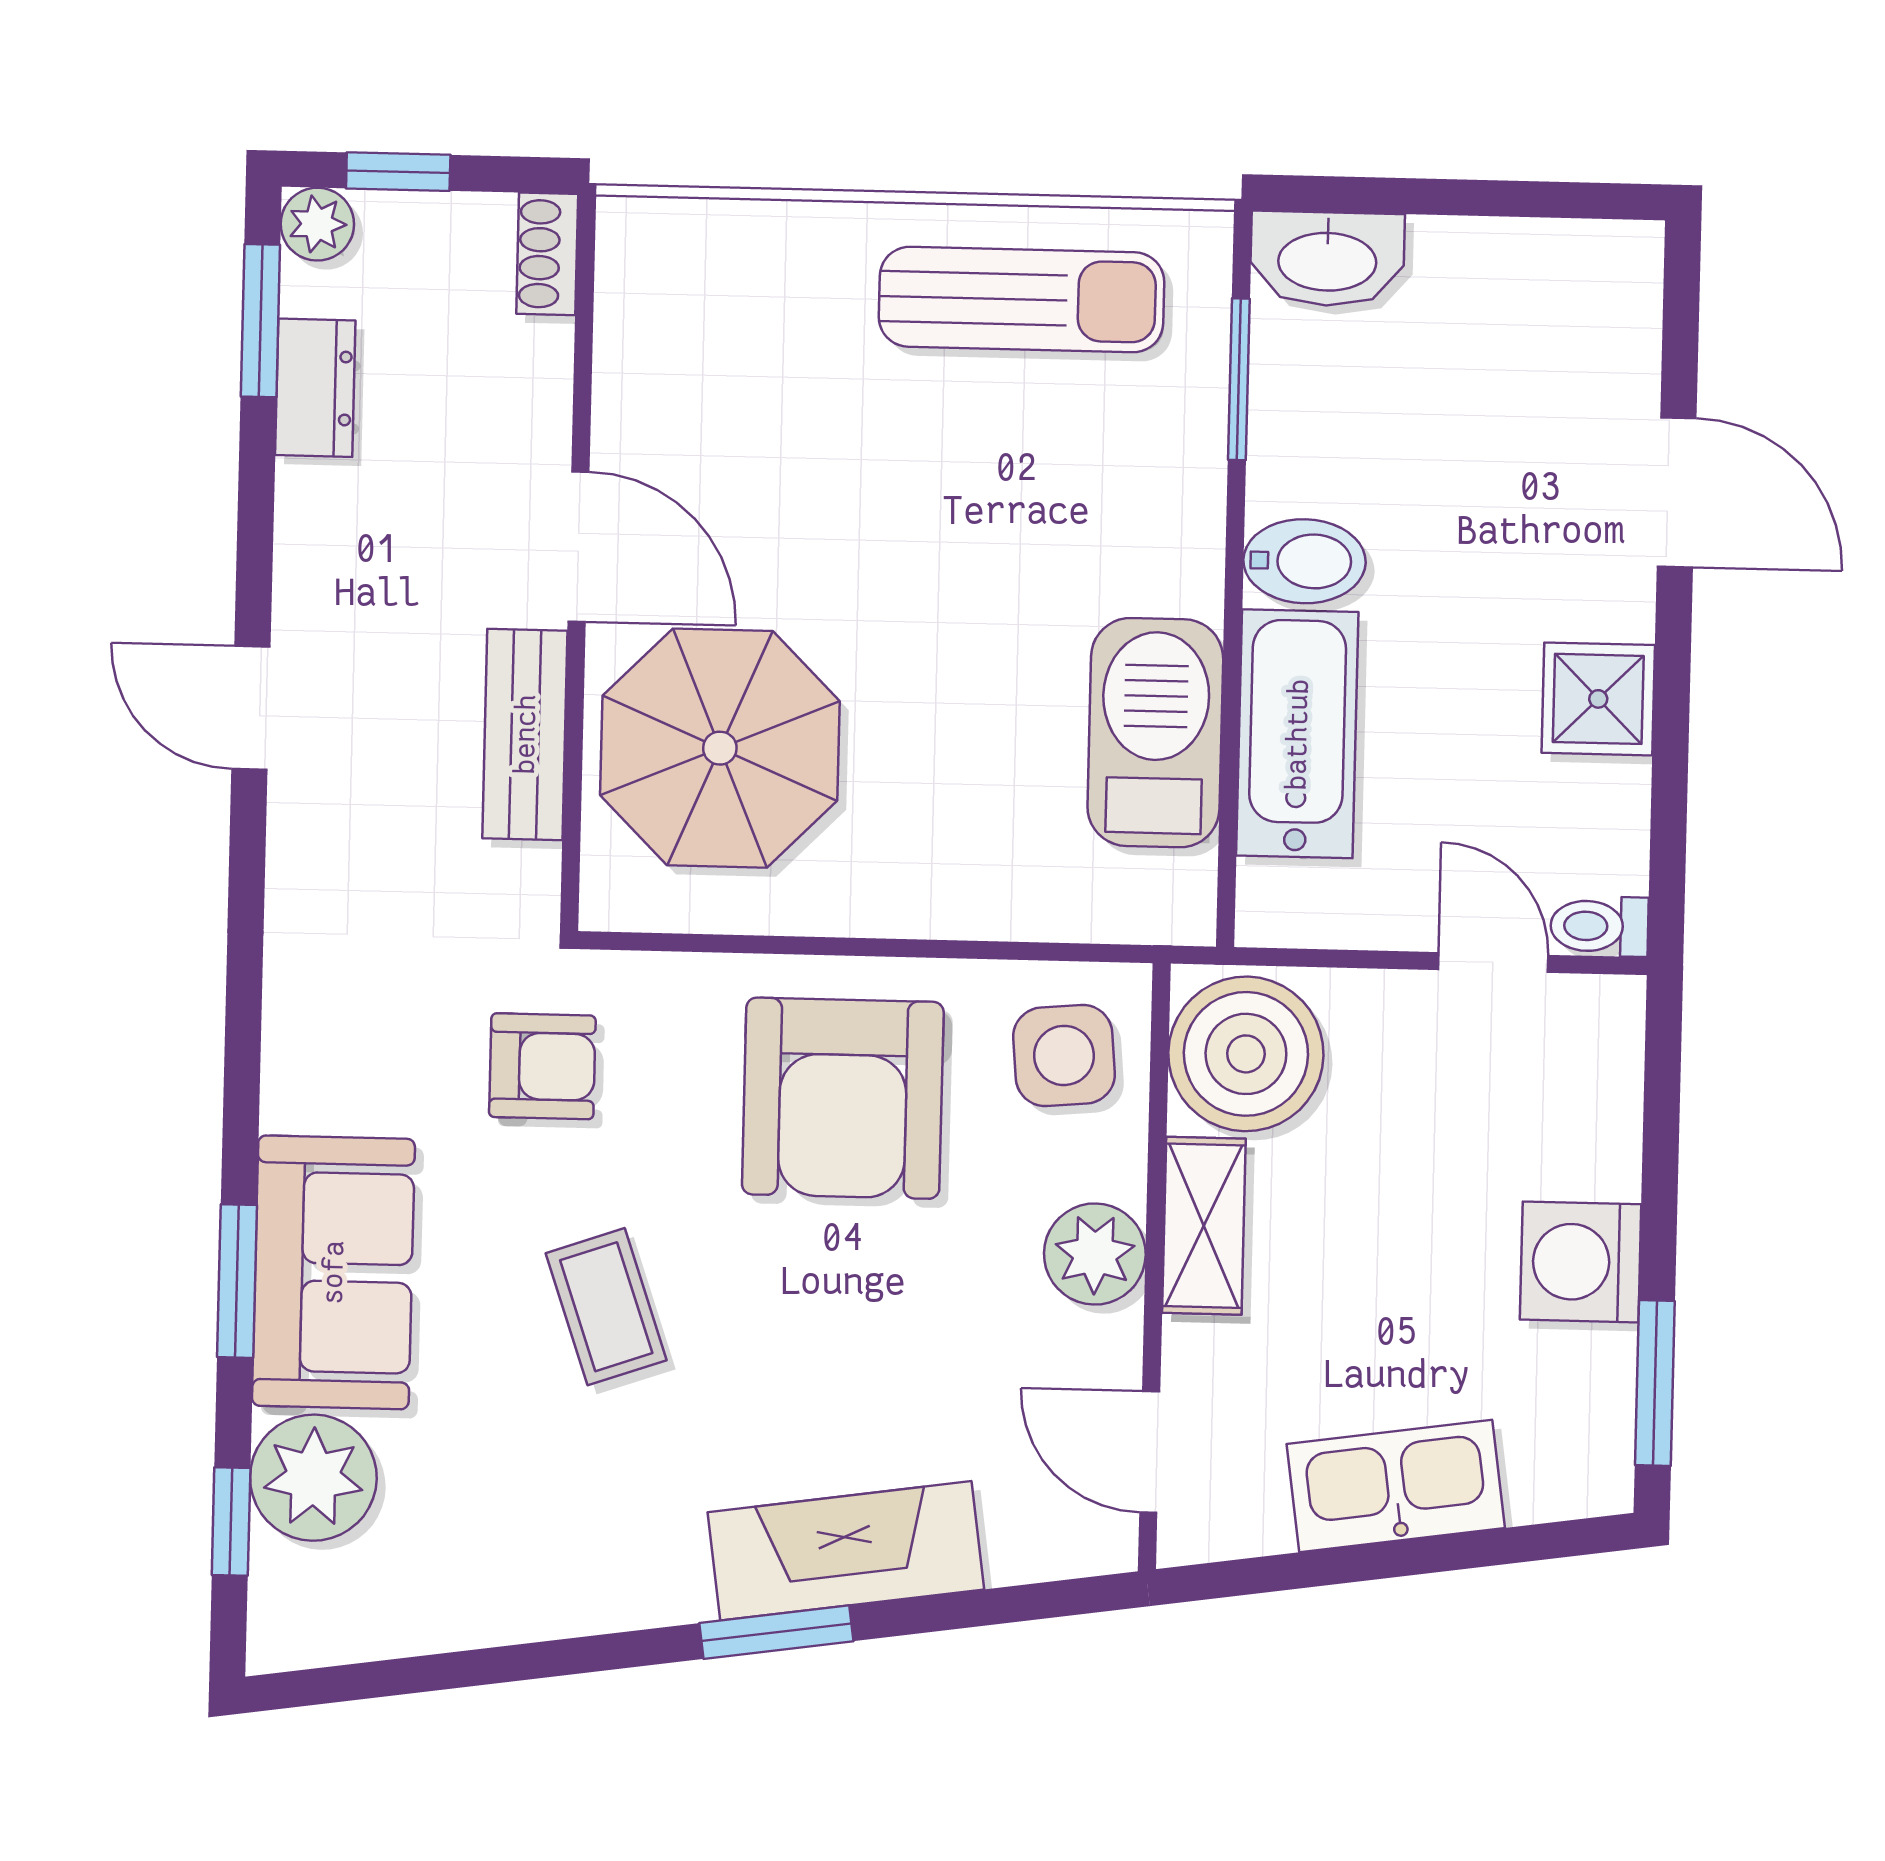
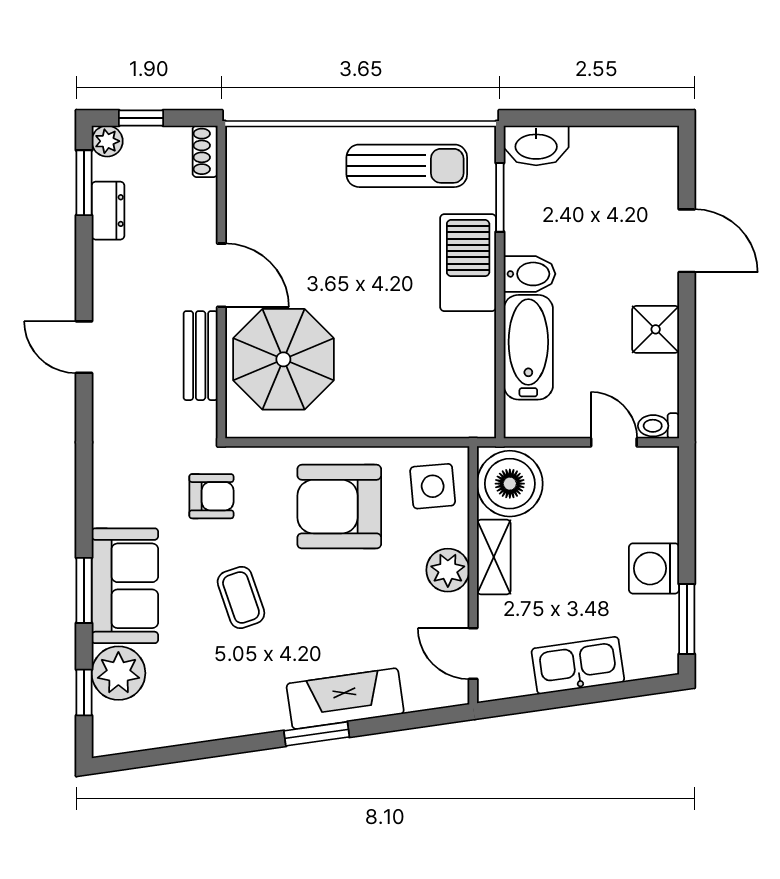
barbecue: (1155, 733) -> (468, 263), moved
armchair: (843, 1098) -> (339, 507), turned 90

